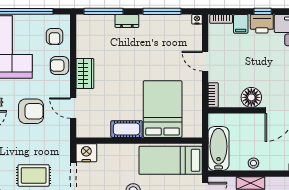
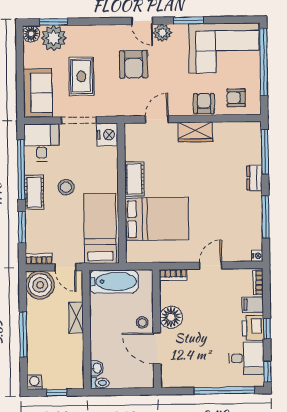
armchair: (31, 111) -> (134, 64), moved
stool: (253, 163) -> (142, 322), moved

